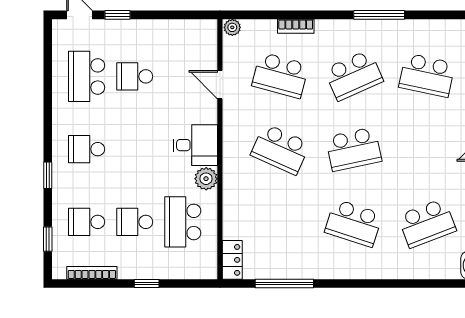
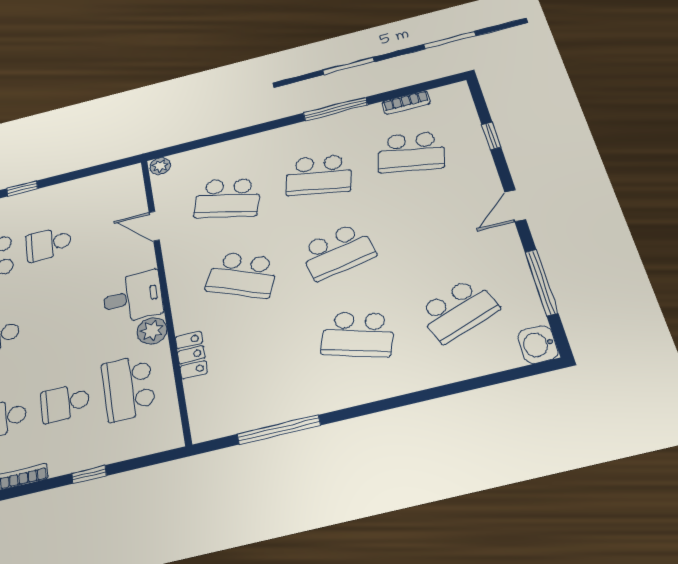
bookcase: (296, 26) -> (406, 103), moved
school desk: (354, 75) -> (319, 175), turned 36
locker: (232, 260) -> (191, 355), moved

